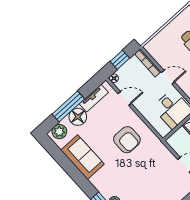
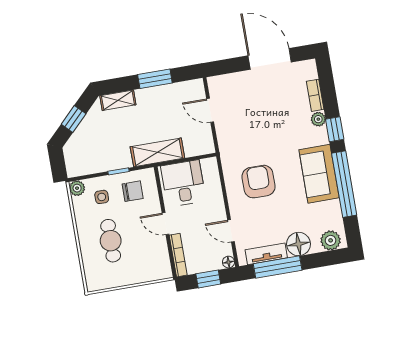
window: (68, 106) -> (278, 267), moved
sofa: (83, 157) -> (319, 174), moved
window: (73, 172) -> (344, 184), added

